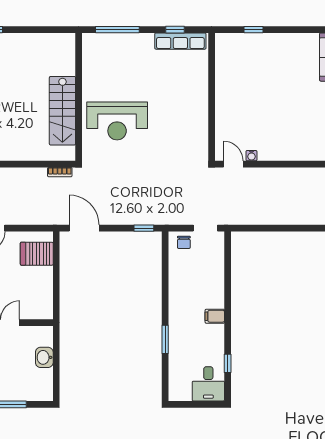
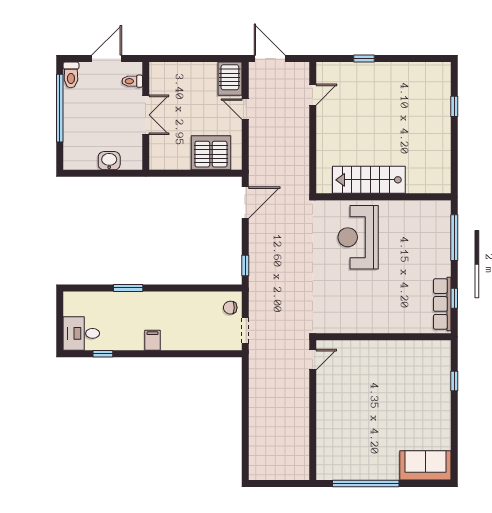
water cooler: (251, 156) -> (322, 379), removed
bookcase: (60, 172) -> (304, 177), removed
server rack: (37, 254) -> (211, 153), width x1.60

